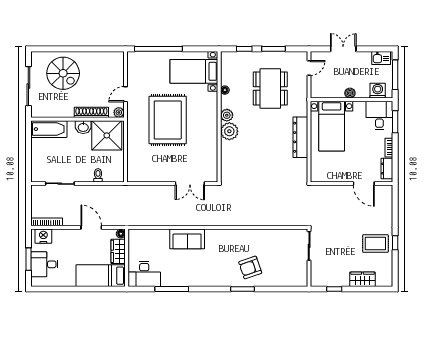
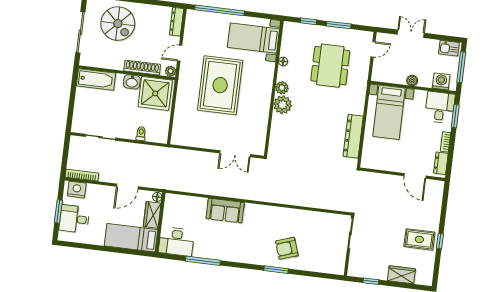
dresser: (119, 65) -> (177, 22), added
dresser: (300, 137) -> (353, 136), moved
door: (91, 227) -> (127, 187), swing flipped

